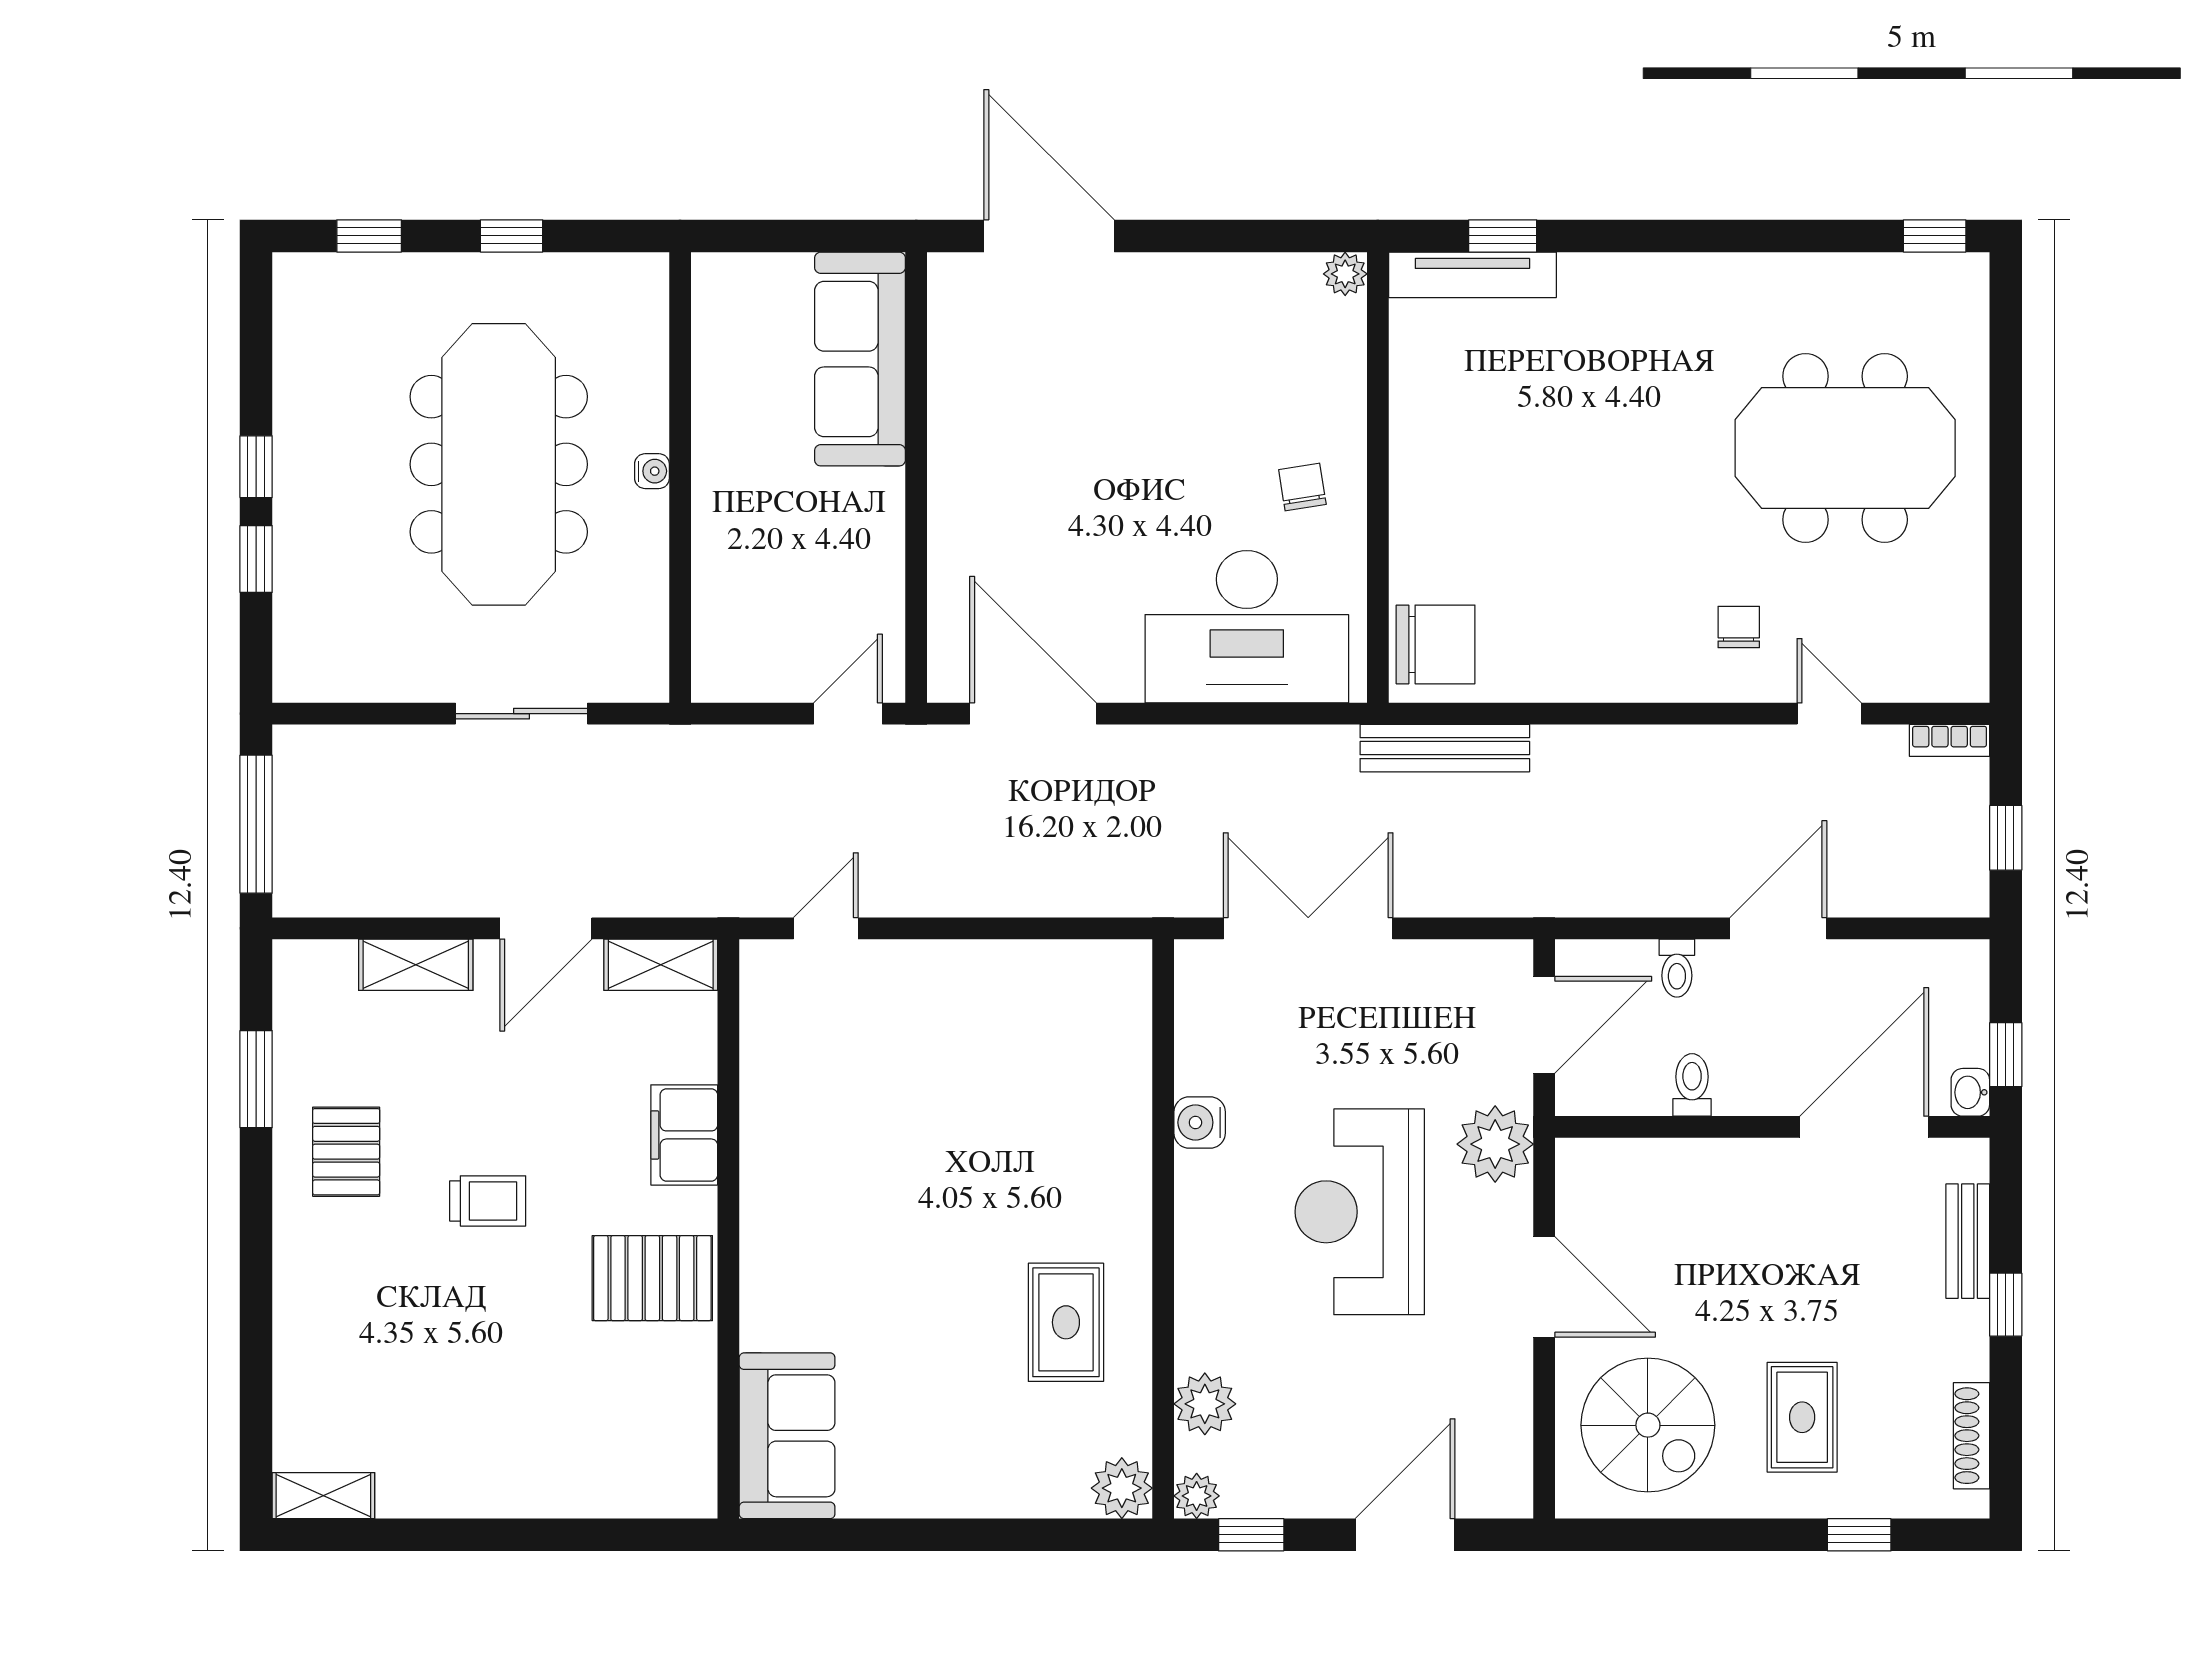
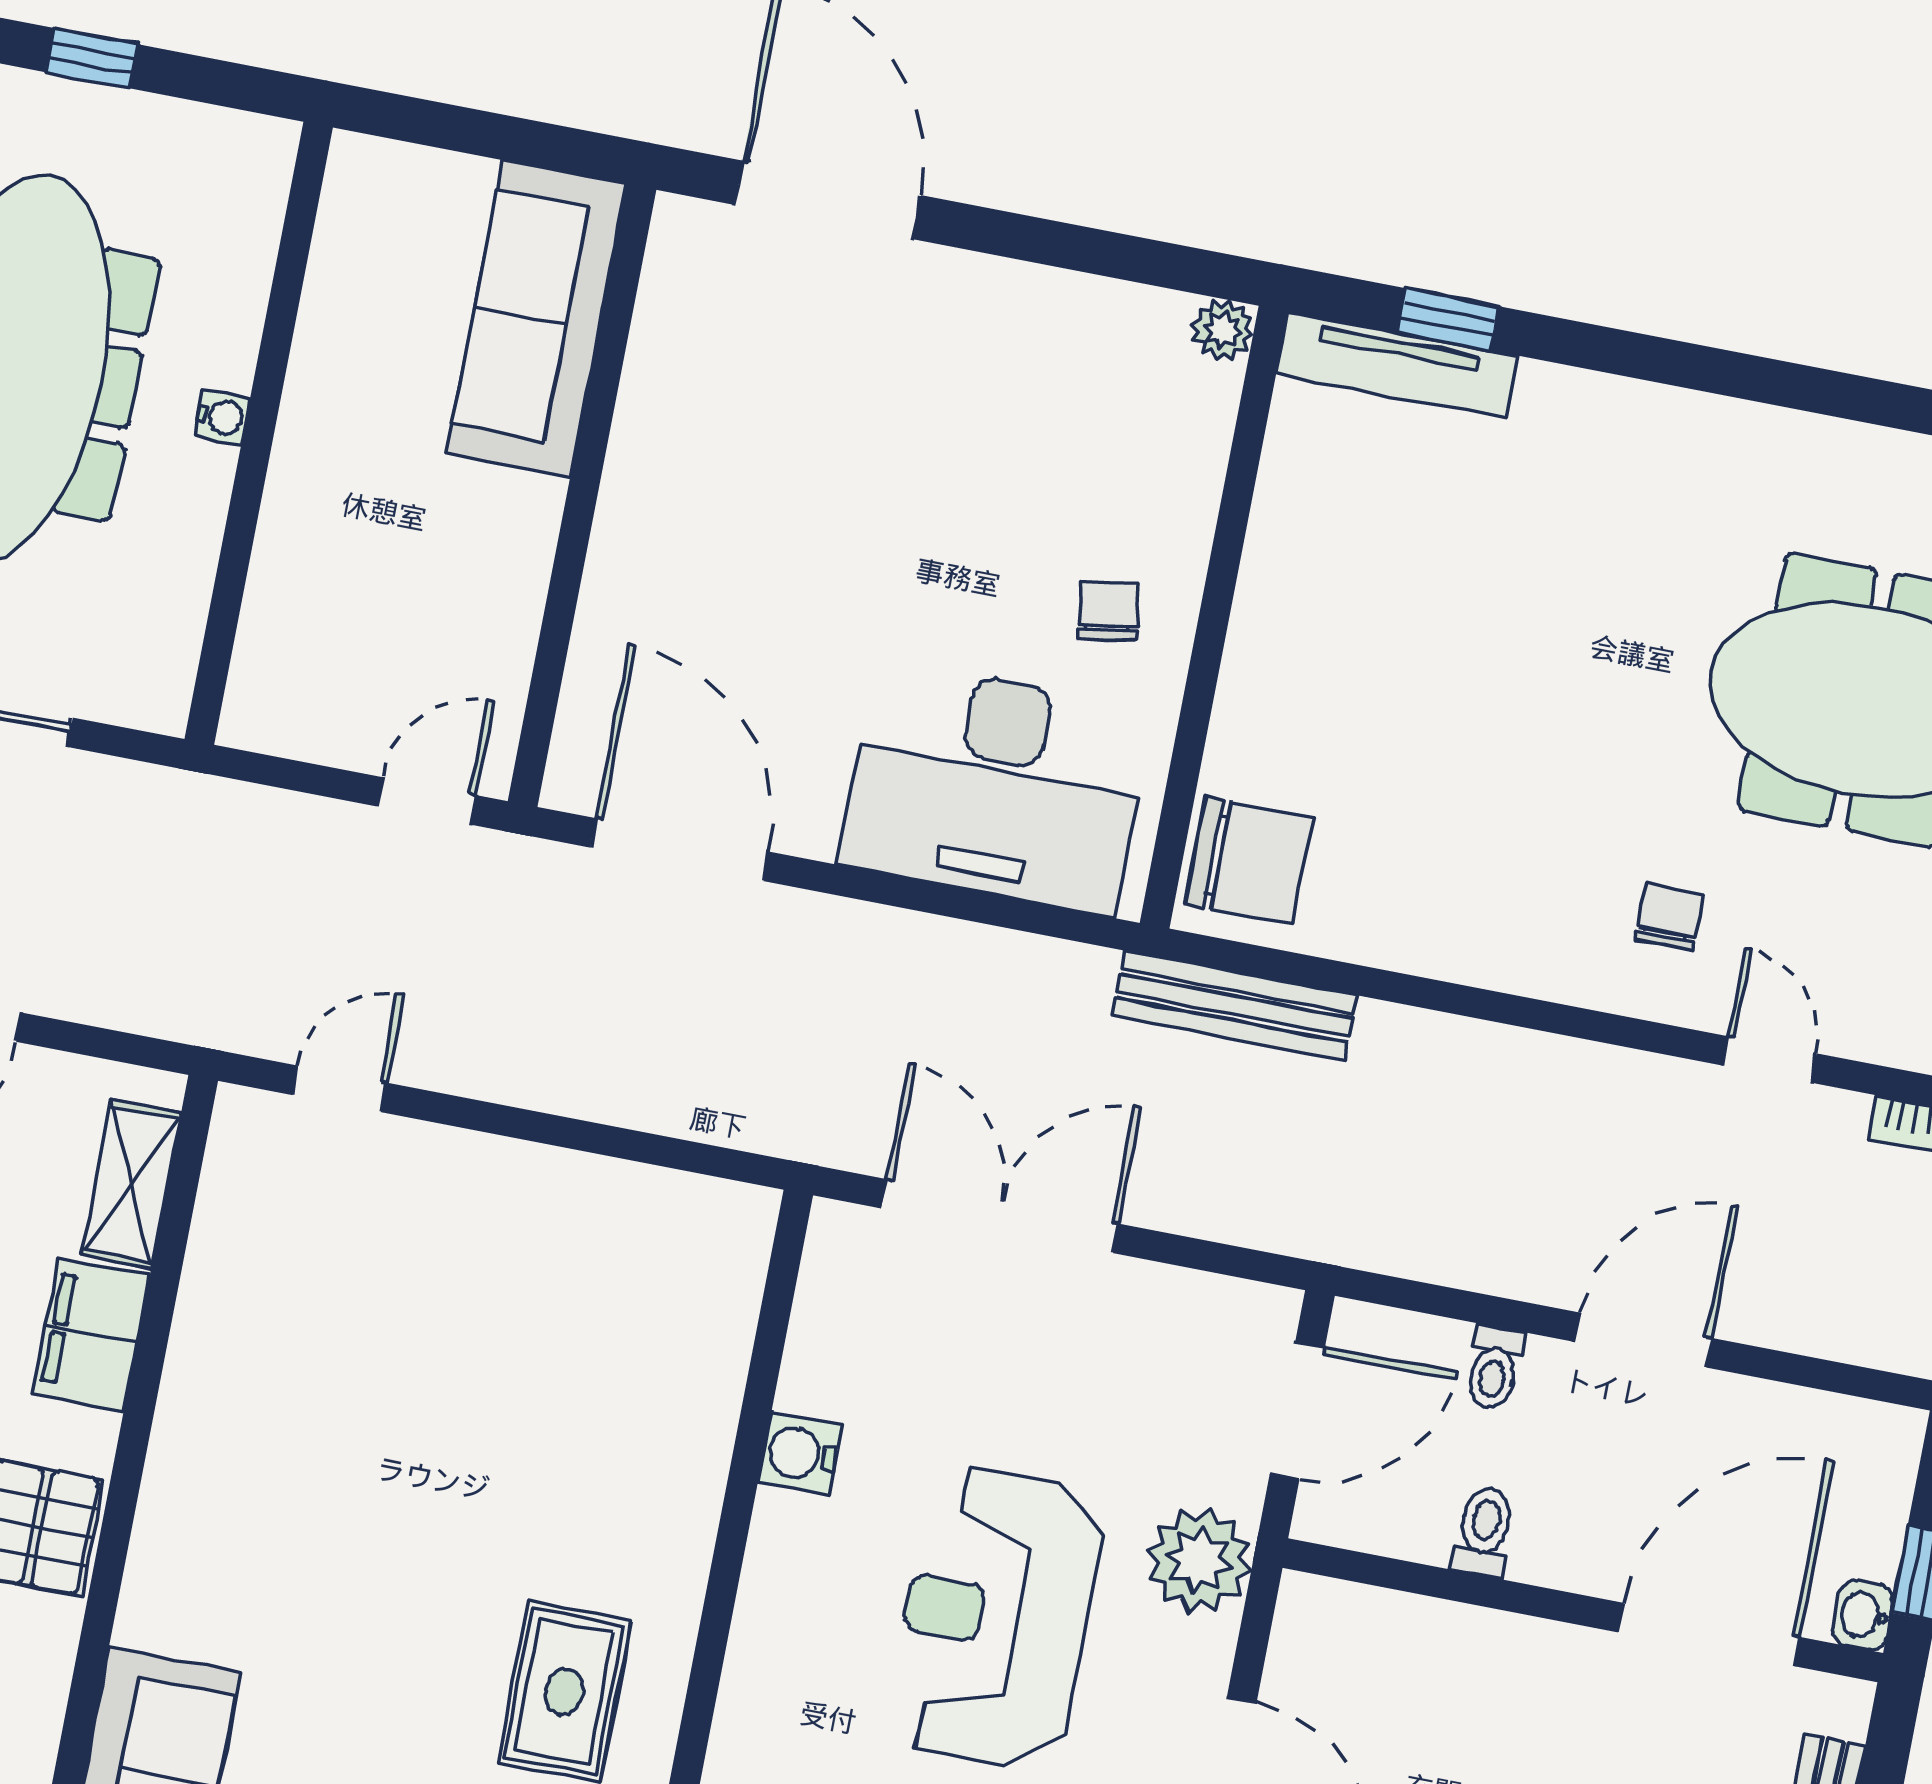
shelving: (661, 965) -> (131, 1184), moved, turned 90

